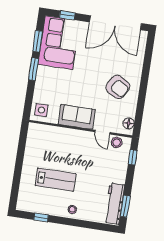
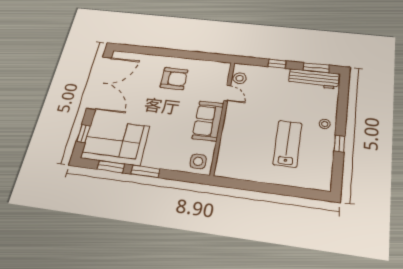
armchair: (118, 87) -> (174, 79), turned 59
floor lamp: (129, 123) -> (217, 67), removed
door: (102, 132) -> (227, 93), hinge flipped
window: (133, 157) -> (277, 64), moved
window: (41, 217) -> (339, 144), moved

